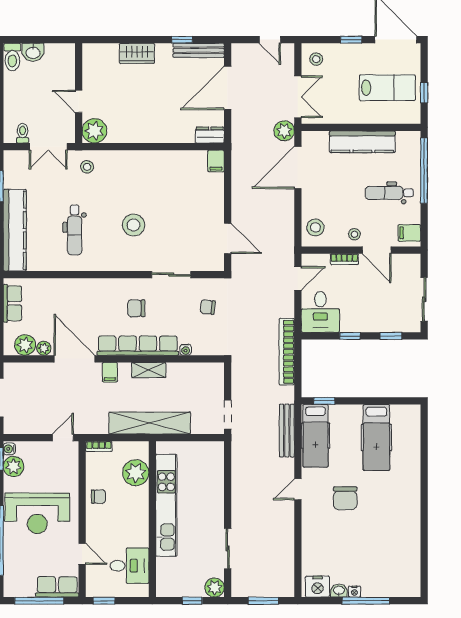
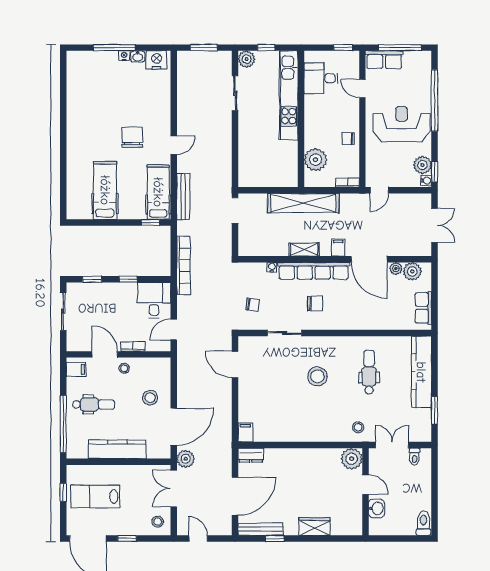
washbasin: (33, 52) -> (376, 508), moved, turned 90
stool: (315, 227) -> (150, 398), moved
kitchen unit: (166, 505) -> (289, 95), moved

